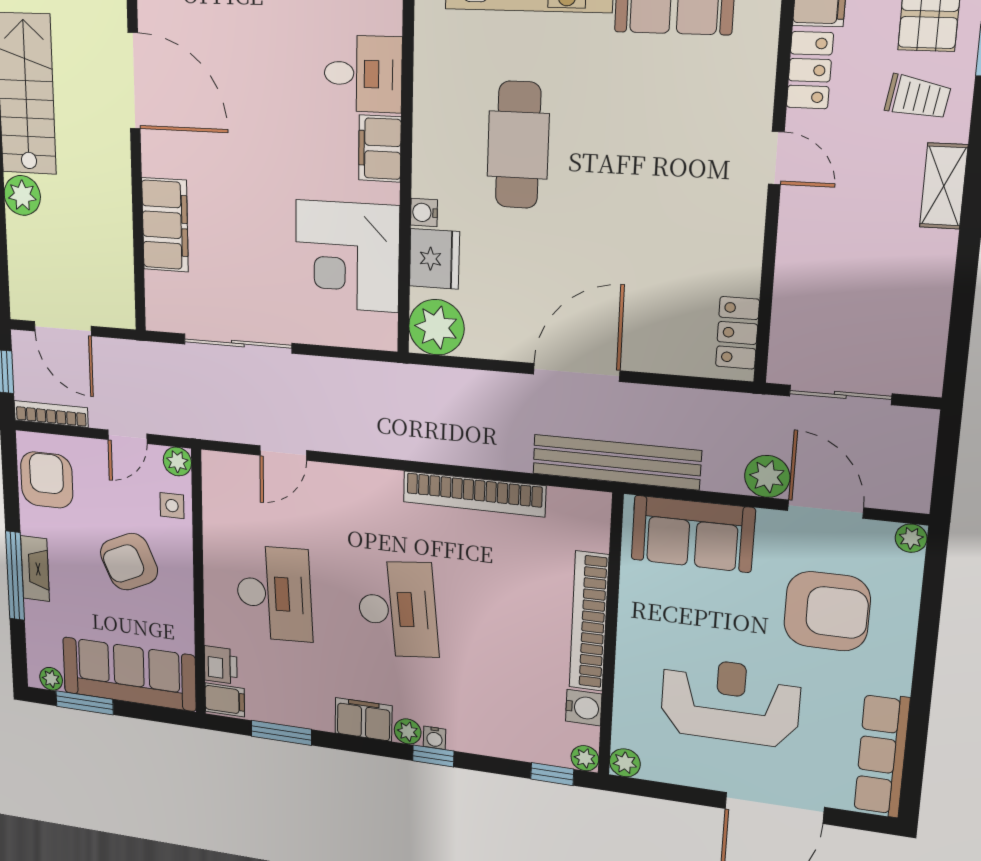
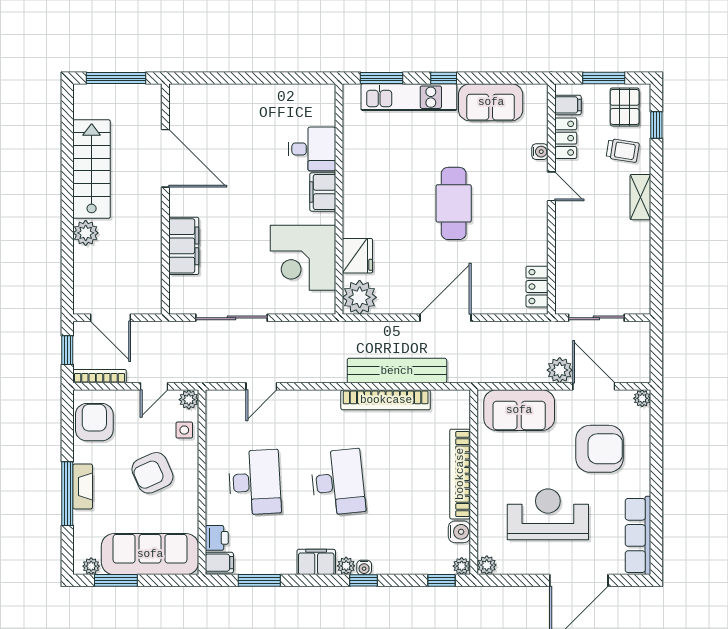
cafe table: (518, 145) -> (454, 203), moved
water cooler: (424, 213) -> (540, 152), moved, turned 180
bench: (616, 462) -> (397, 371), moved

